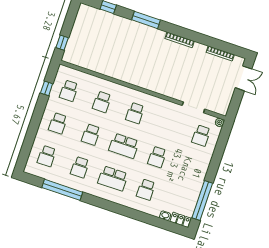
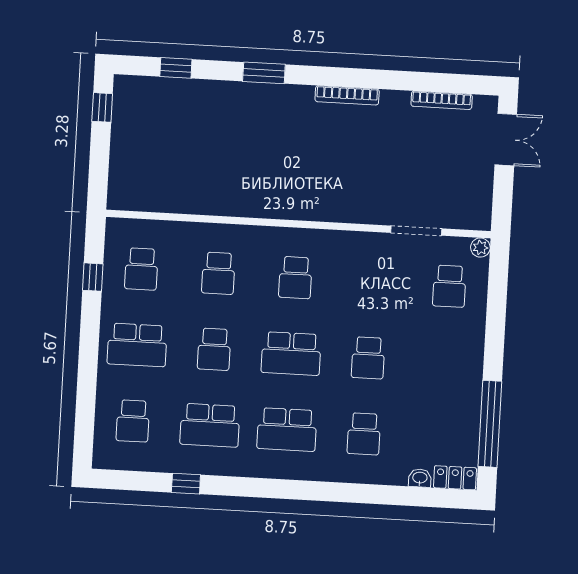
window: (146, 20) -> (264, 73), width x0.69
window: (62, 43) -> (102, 107), moved
school desk: (58, 123) -> (137, 345), width x1.85
school desk: (80, 167) -> (210, 425), width x1.85
window: (62, 190) -> (186, 484), width x0.32

